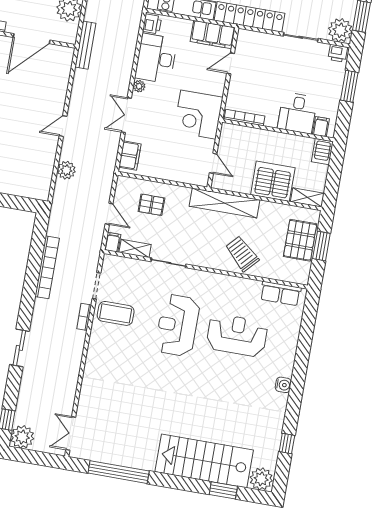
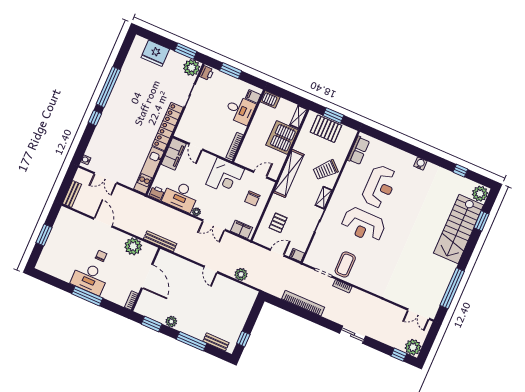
chair: (177, 160) -> (252, 198), added
shelving: (135, 248) -> (324, 198), moved
reception desk: (237, 335) -> (380, 187), turned 180

